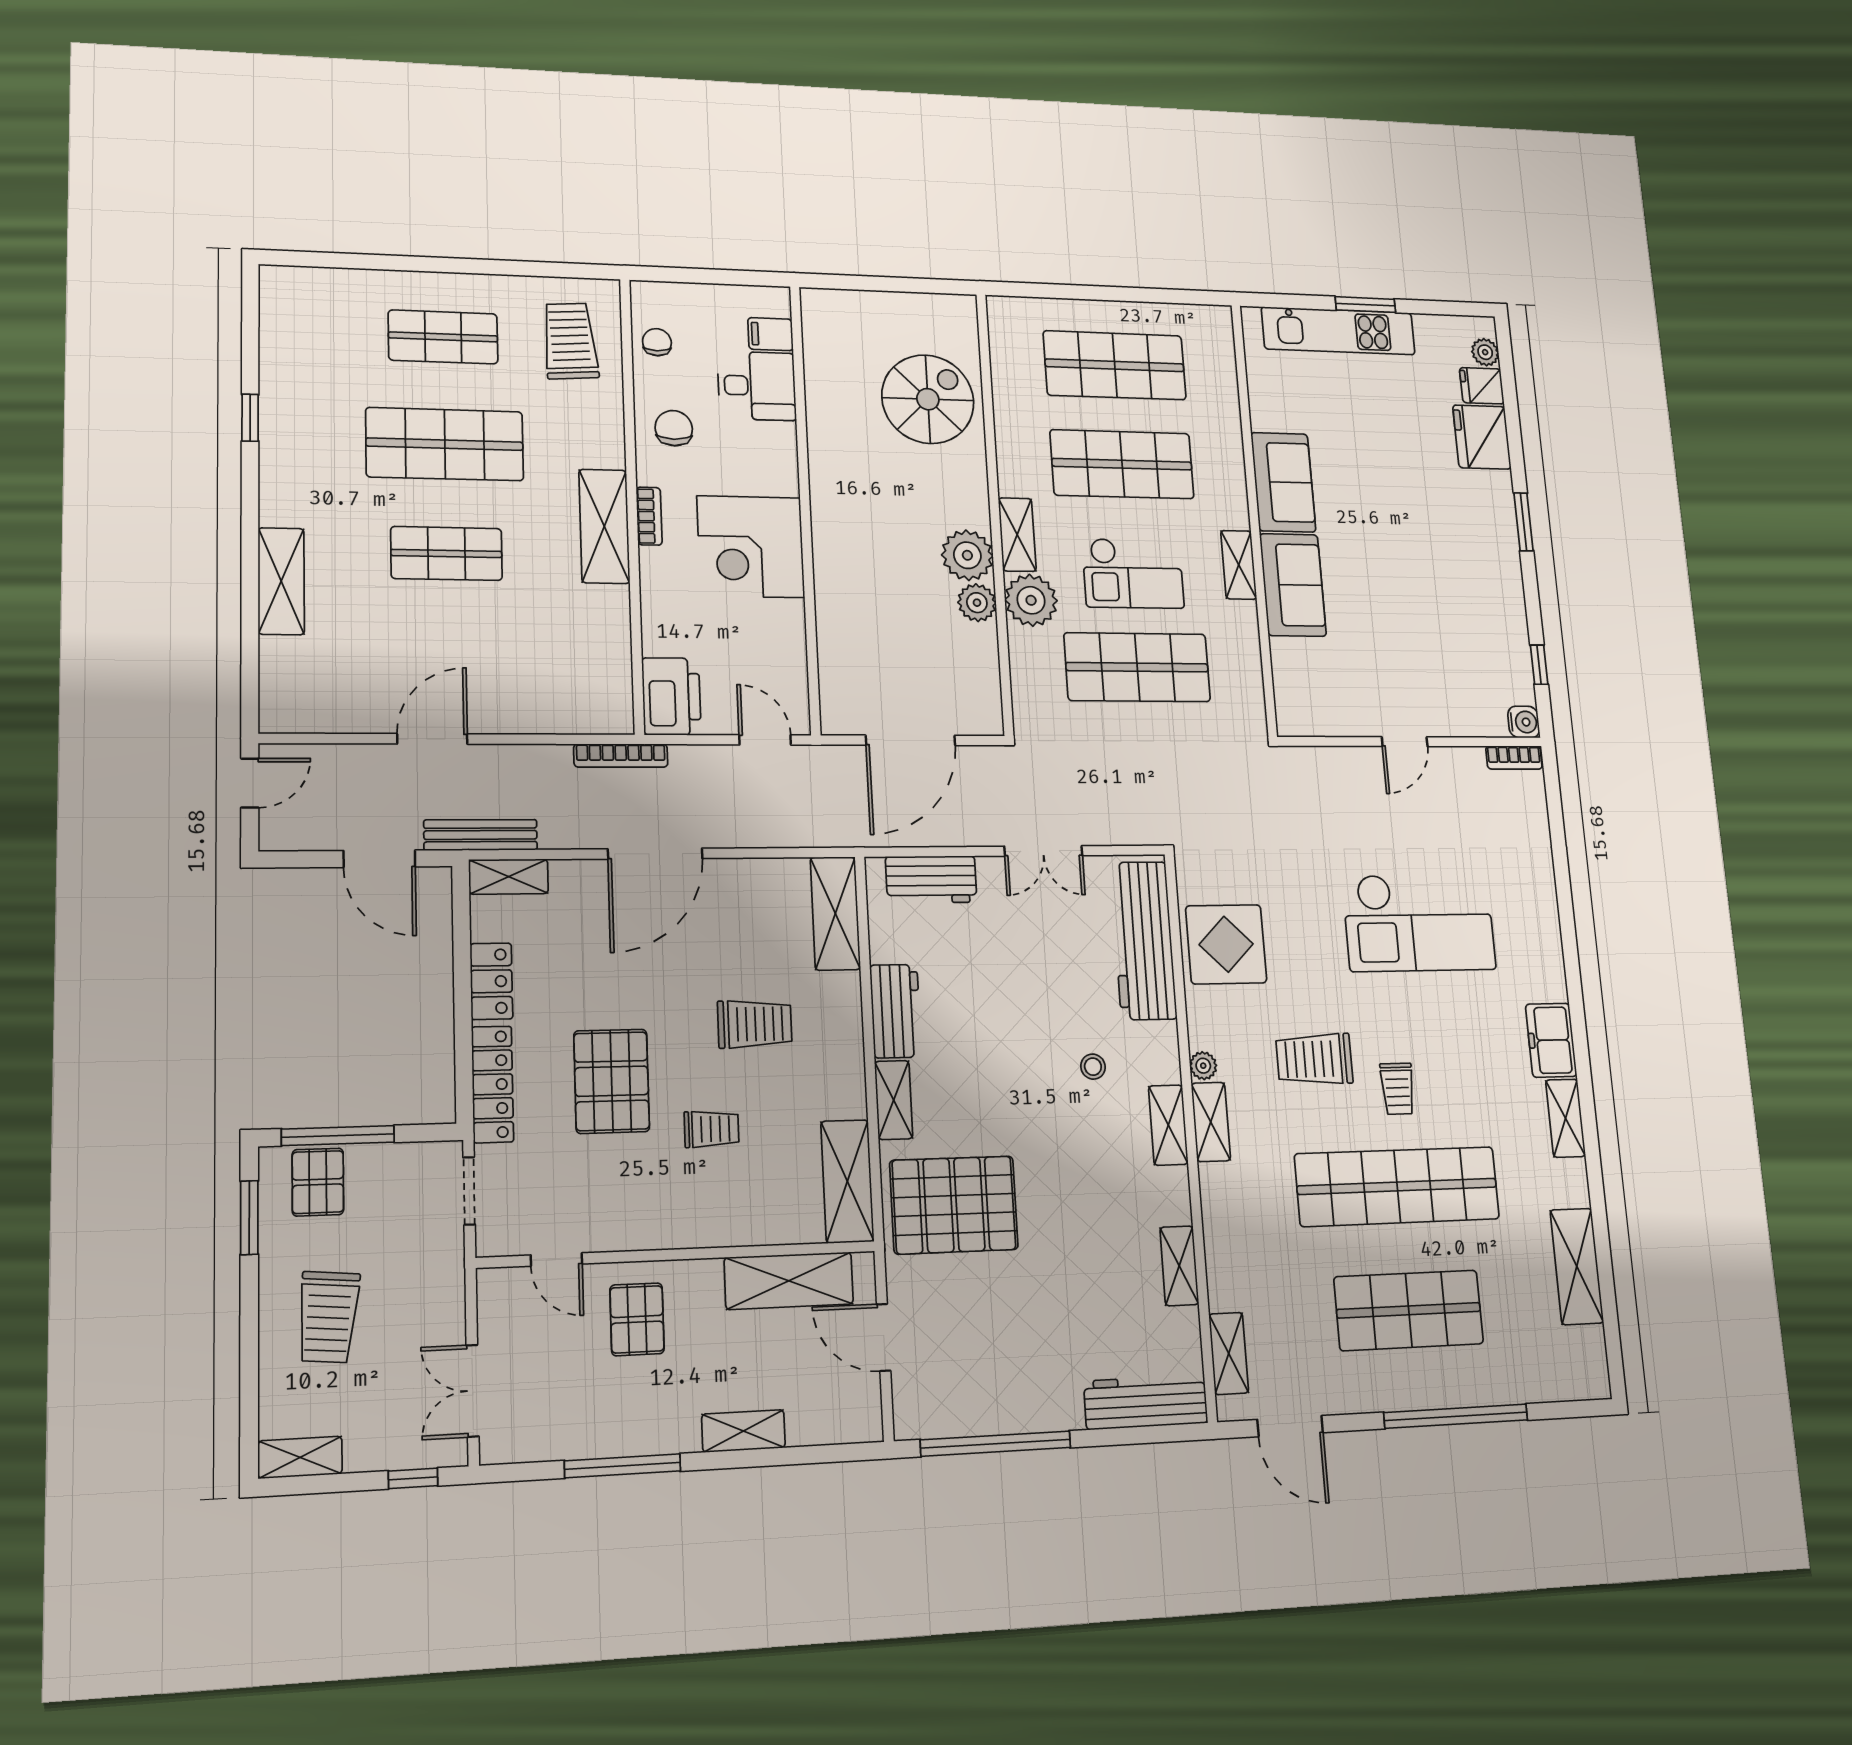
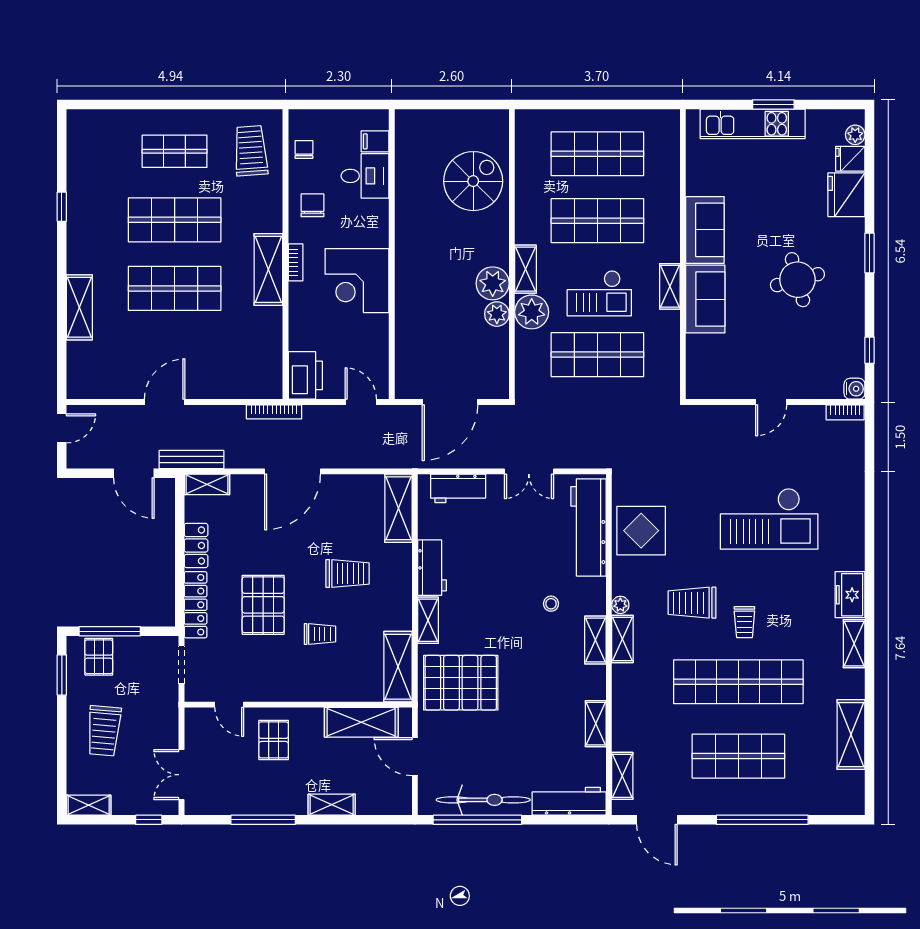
shop shelf: (447, 553) -> (175, 288), width x1.43, depth x1.36
round table: (1425, 559) -> (797, 280), added
bicycle: (1003, 1408) -> (483, 800), added

